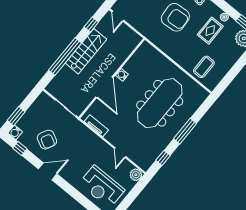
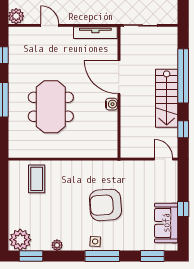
rug: (210, 31) -> (60, 220), removed
meeting table: (160, 103) -> (51, 107), width x0.73
tv unit: (96, 126) -> (95, 33), width x1.41

